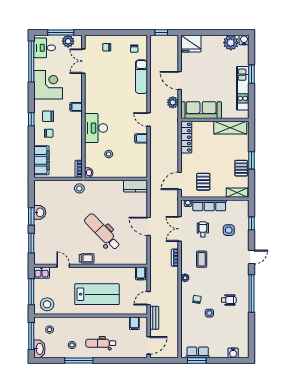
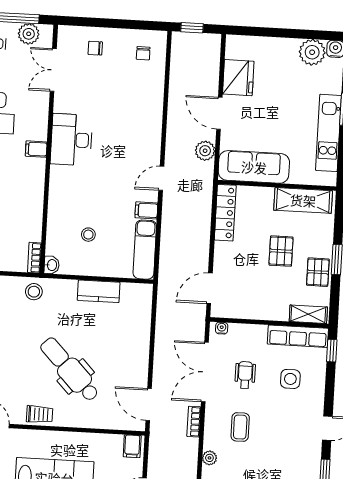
fridge: (191, 44) -> (238, 78), moved, turned -90
exam couch: (141, 77) -> (145, 250), moved
door: (149, 120) -> (161, 178), hinge flipped
desk: (96, 128) -> (71, 140), moved
pallet: (203, 182) -> (281, 251), moved
kitchen counter: (135, 186) -> (99, 291), moved
row of seats: (209, 205) -> (298, 336), moved
window: (251, 223) -> (332, 351), moved
door: (149, 226) -> (149, 405), moved
double door: (180, 229) -> (205, 372), width x1.37

